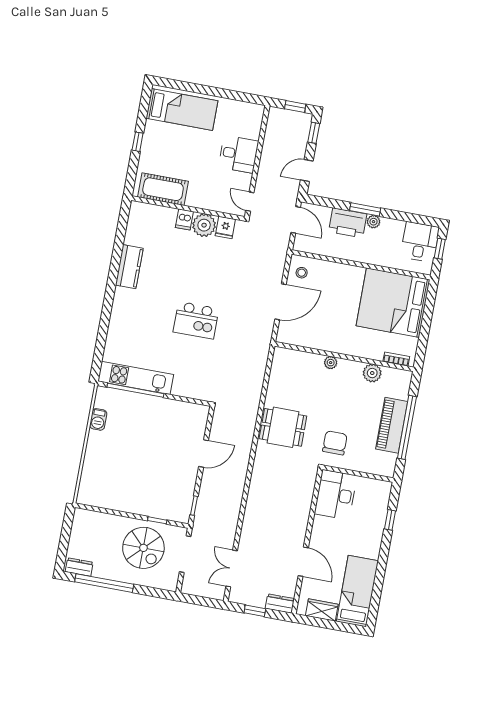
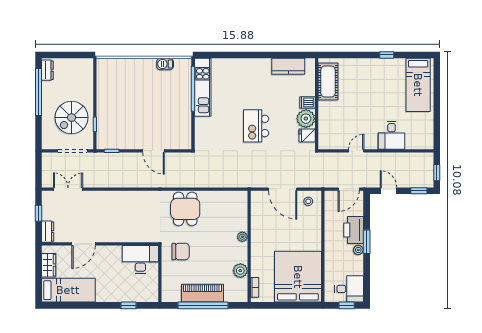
cot: (163, 189) -> (328, 82), moved
wall: (188, 208) -> (317, 104), moved
dishwasher: (184, 219) -> (307, 102), moved
plant: (204, 225) -> (306, 119), moved
fridge: (225, 227) -> (307, 135), moved

